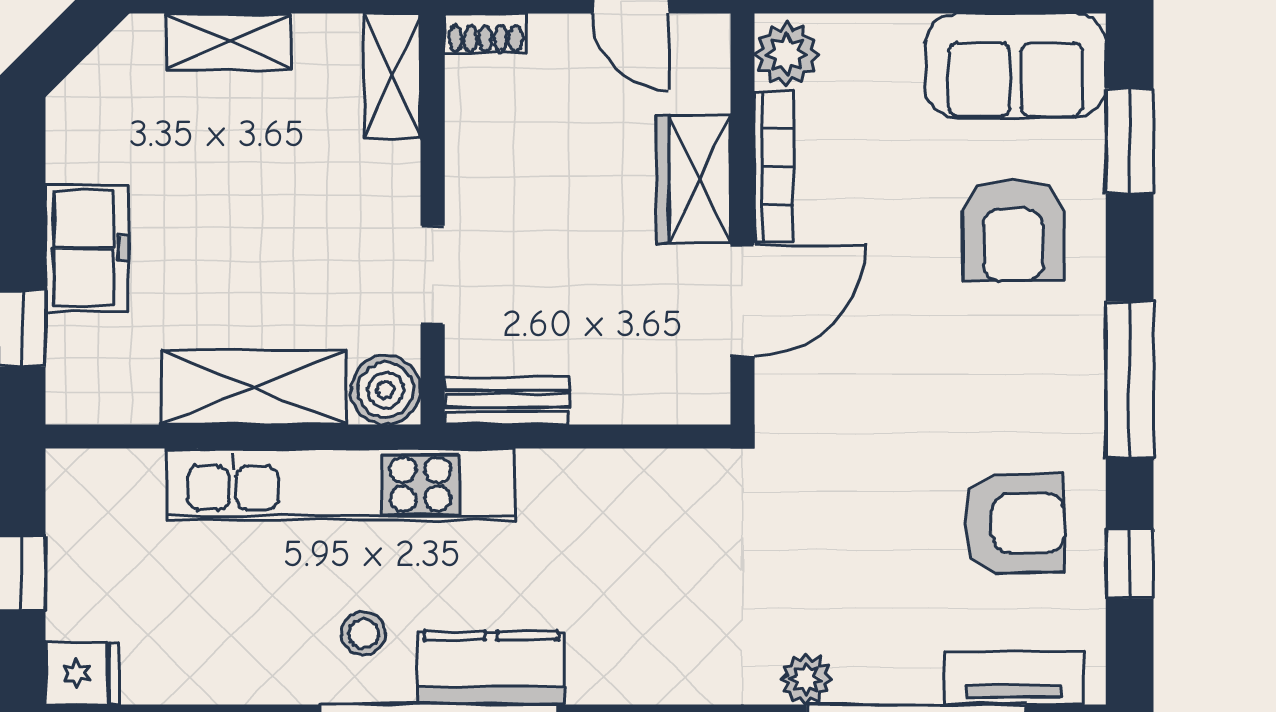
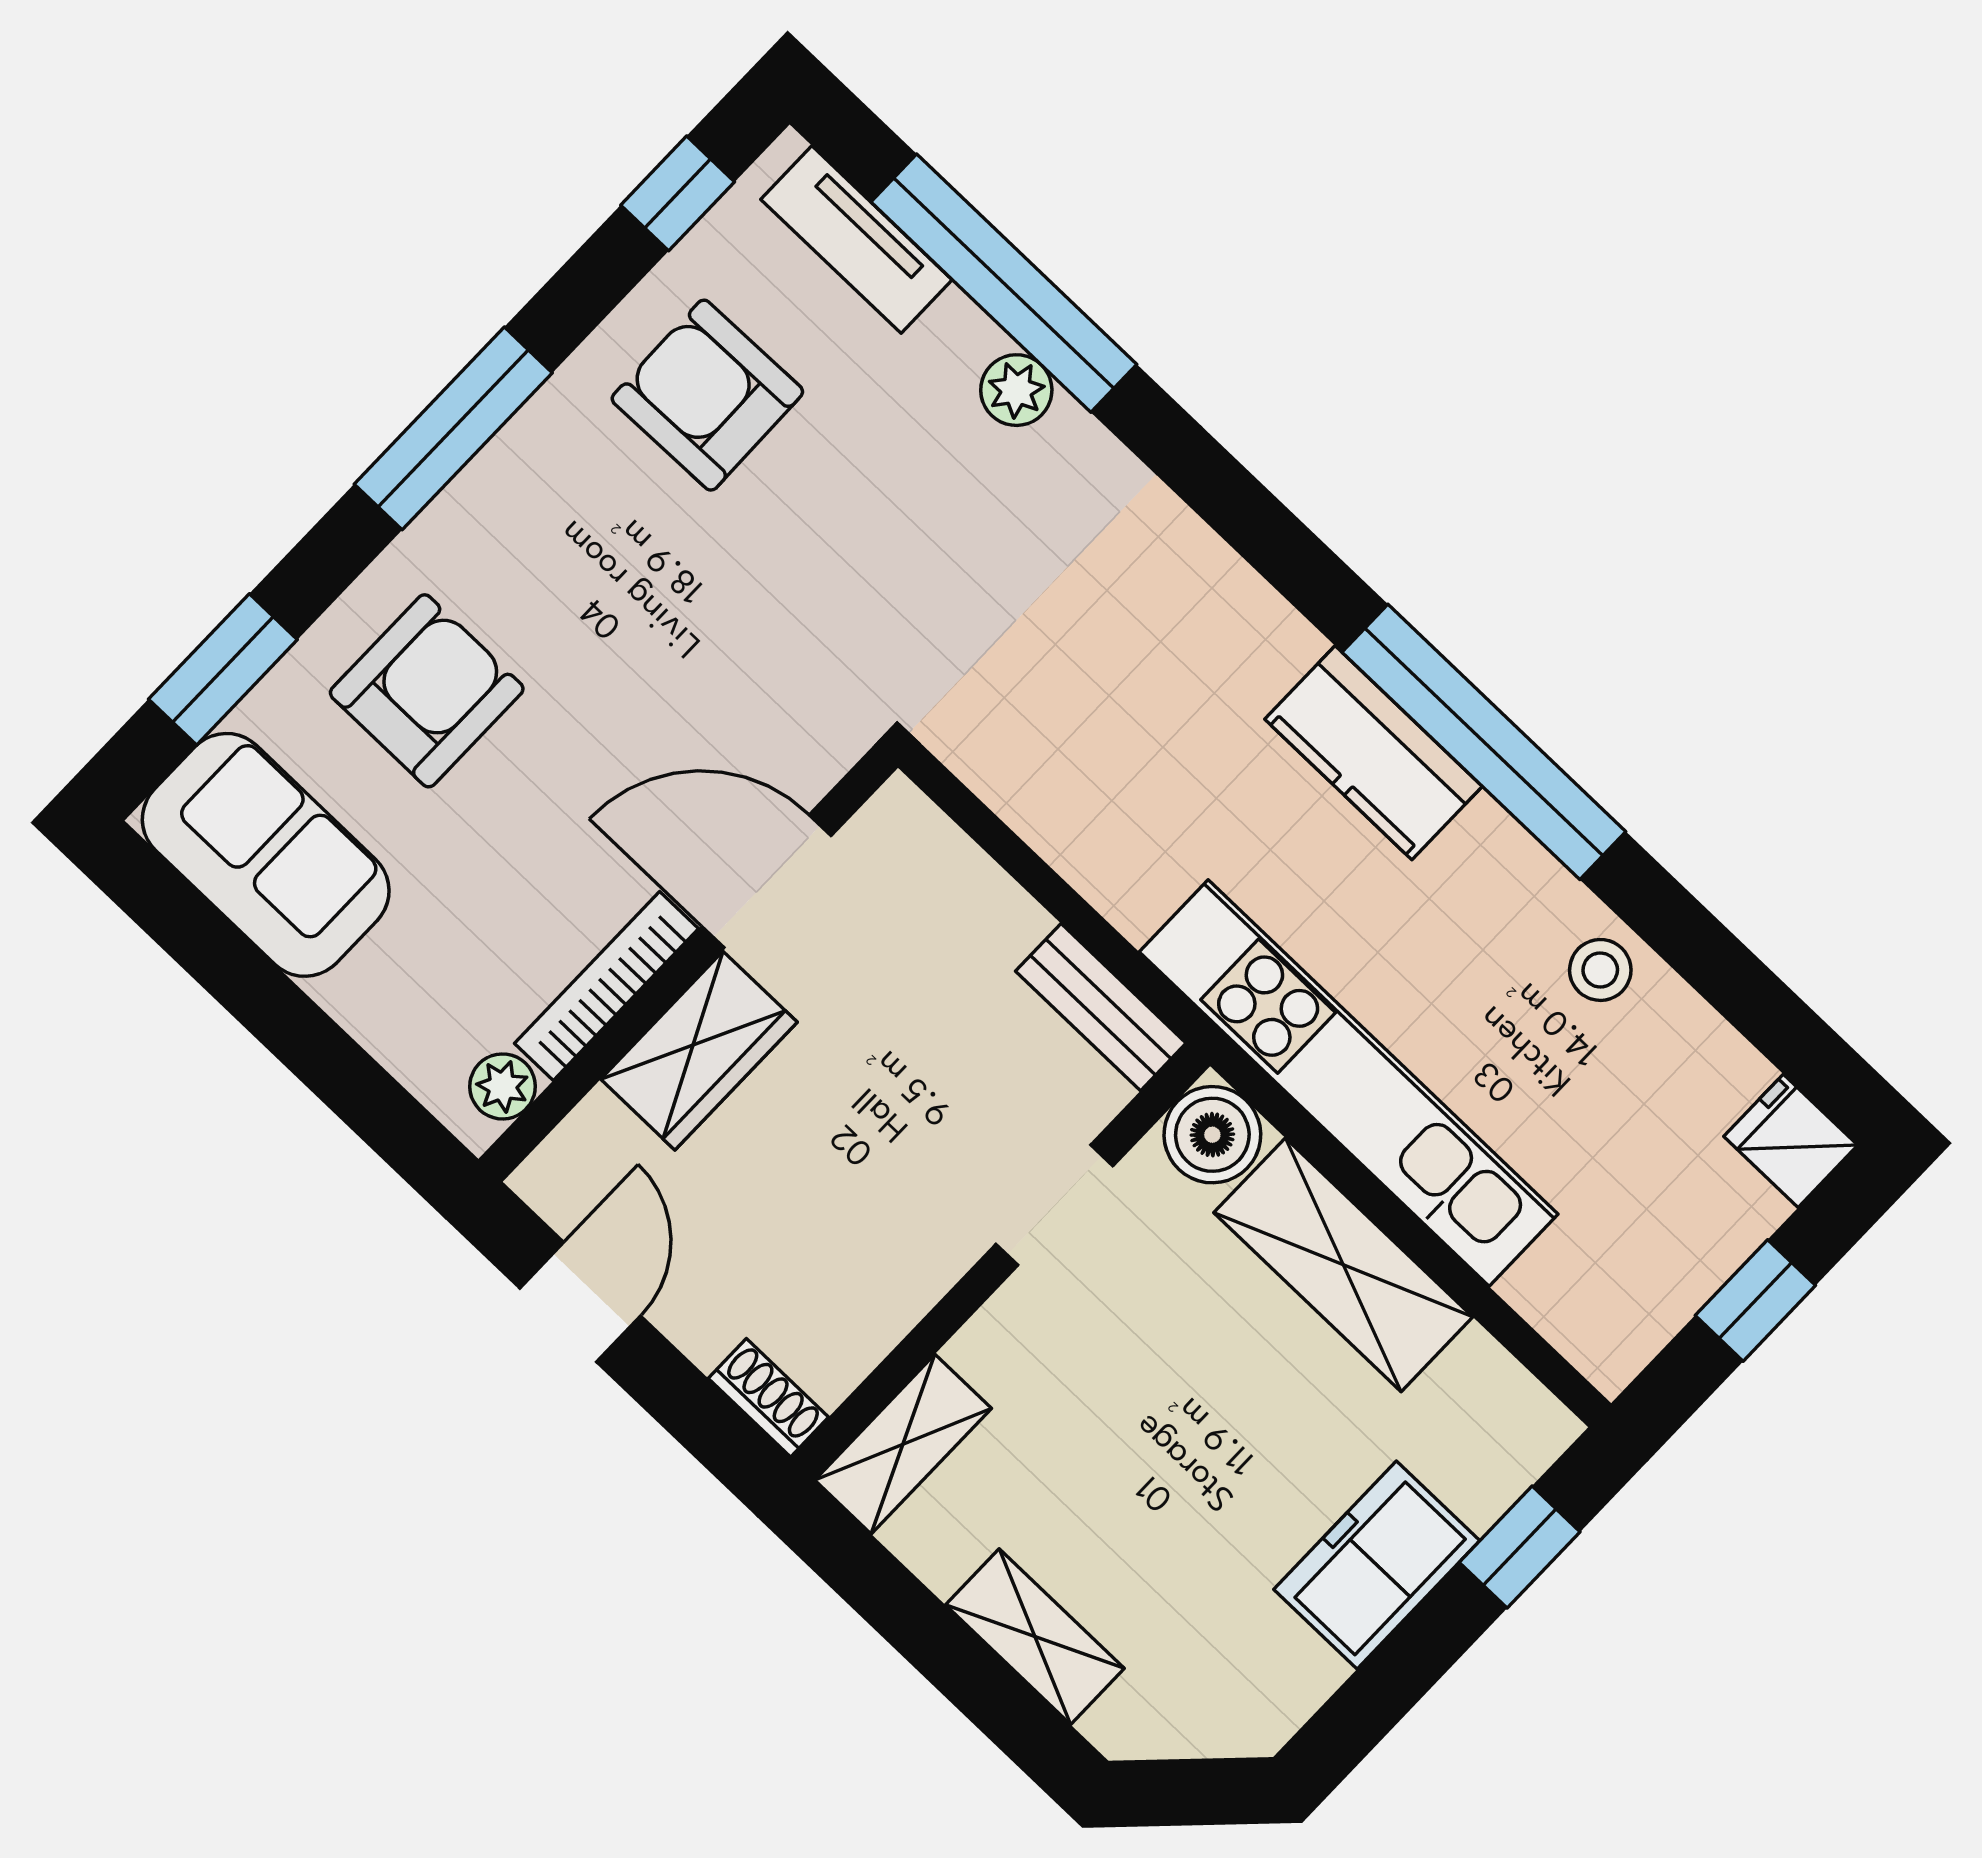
plant: (787, 54) -> (503, 1086), width x0.73, depth x0.73
window: (1130, 564) -> (678, 193), moved
stool: (363, 634) -> (1600, 970), moved
plant: (806, 679) -> (1016, 390), moved

